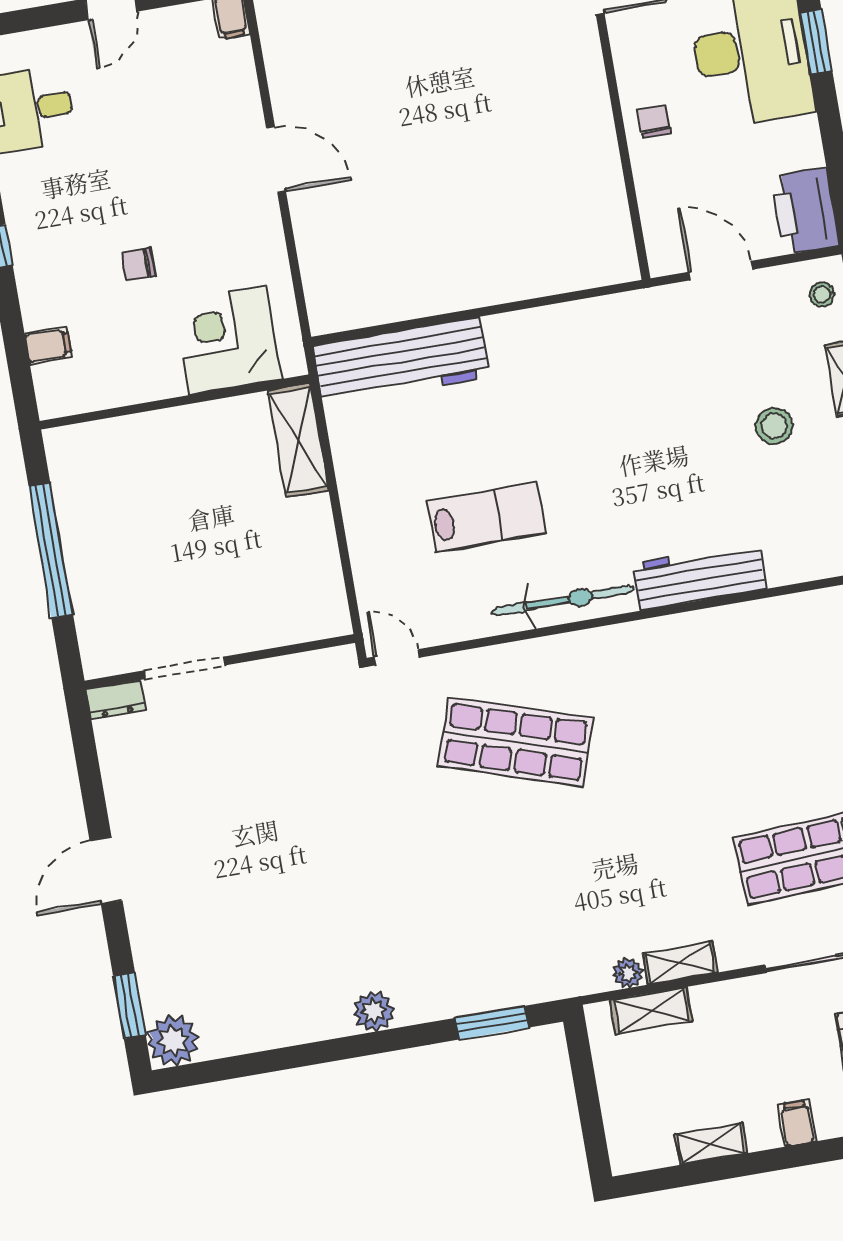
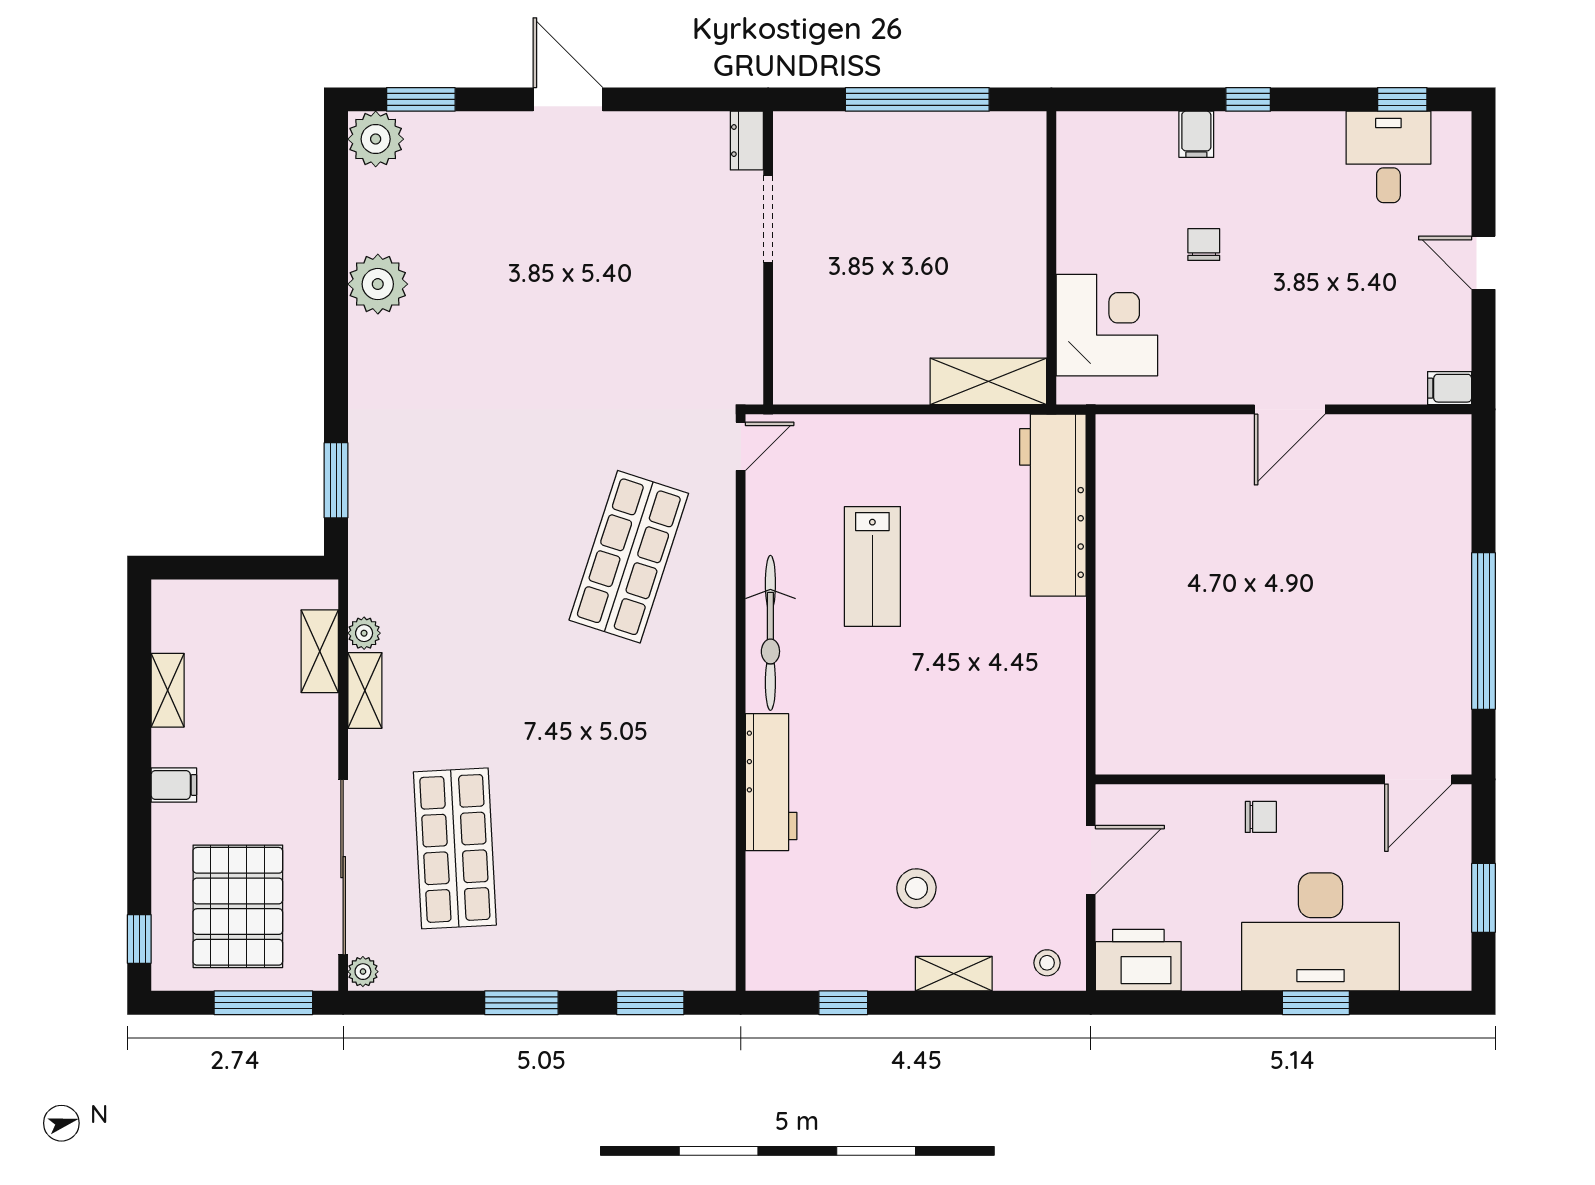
filing cabinet: (48, 345) -> (1196, 134), moved
plant: (374, 1011) -> (378, 284), moved, width x1.36, depth x1.36

